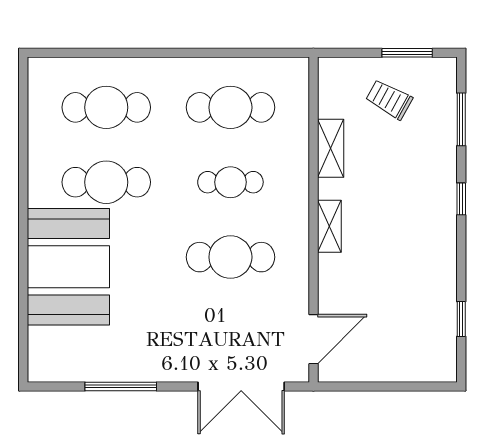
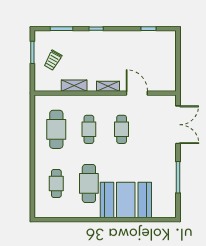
cafe table: (106, 107) -> (56, 183), width x0.73, depth x0.74
cafe table: (230, 257) -> (122, 129), width x0.73, depth x0.74
door: (313, 339) -> (137, 93), moved

